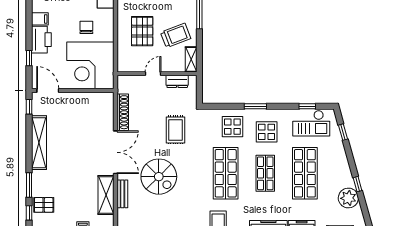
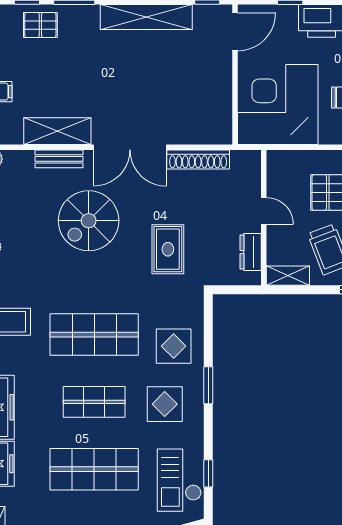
rug: (176, 130) -> (168, 249), turned 90
pallet: (44, 205) -> (40, 25), turned 90

